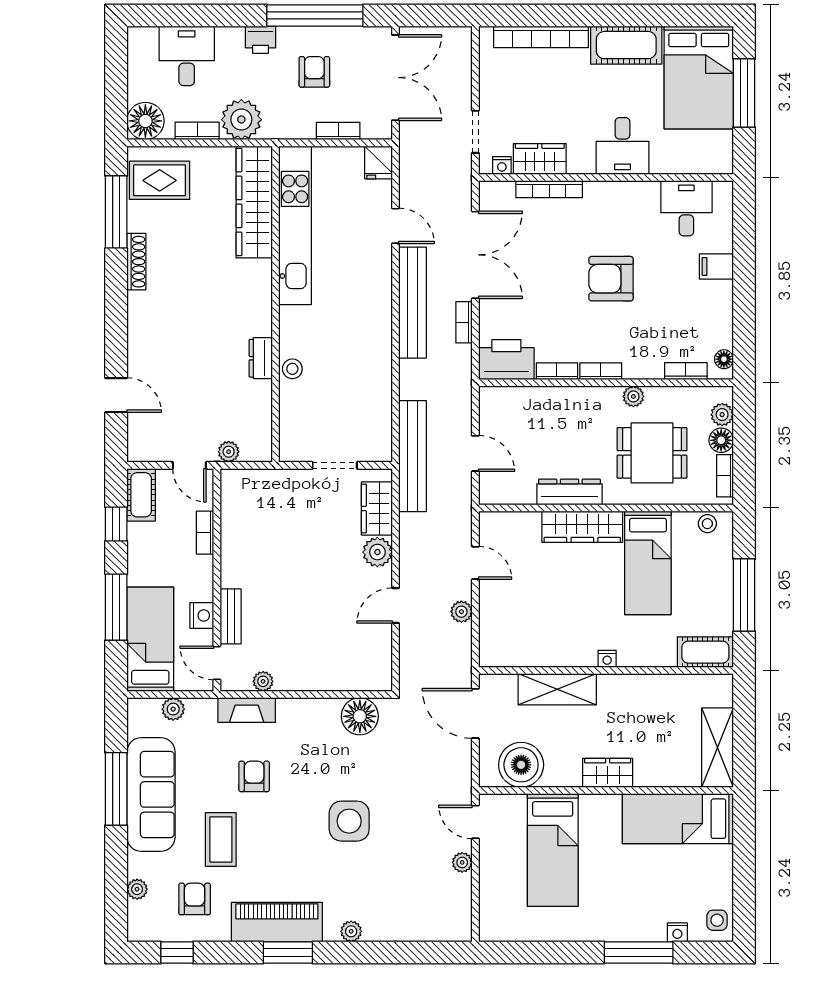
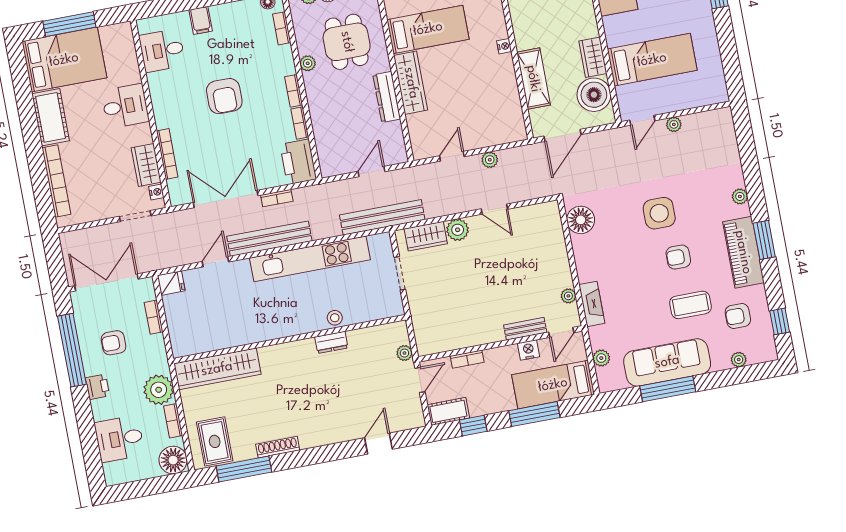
kitchen unit: (295, 225) -> (310, 259), moved, turned 180
wardrobe: (608, 773) -> (593, 57), moved
armchair: (254, 776) -> (678, 257), moved

